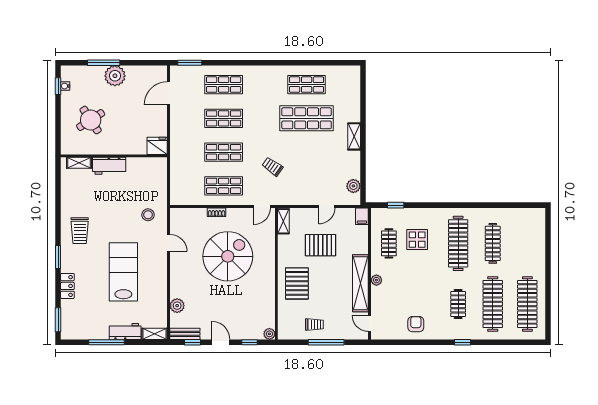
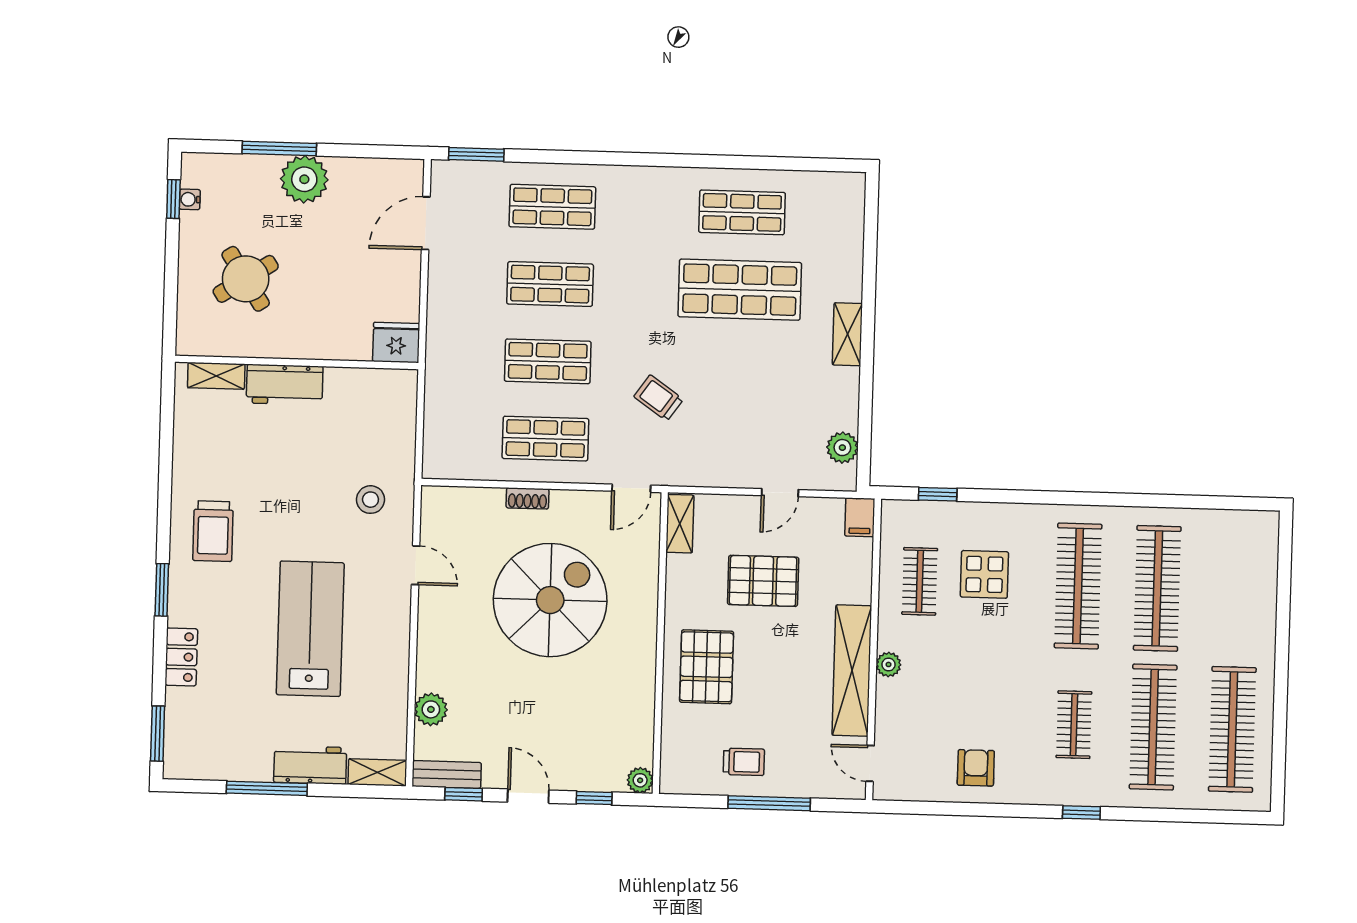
clothes rail: (493, 243) -> (1157, 588), width x1.37, depth x1.31

